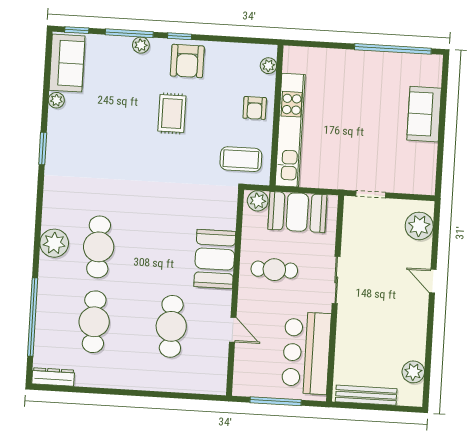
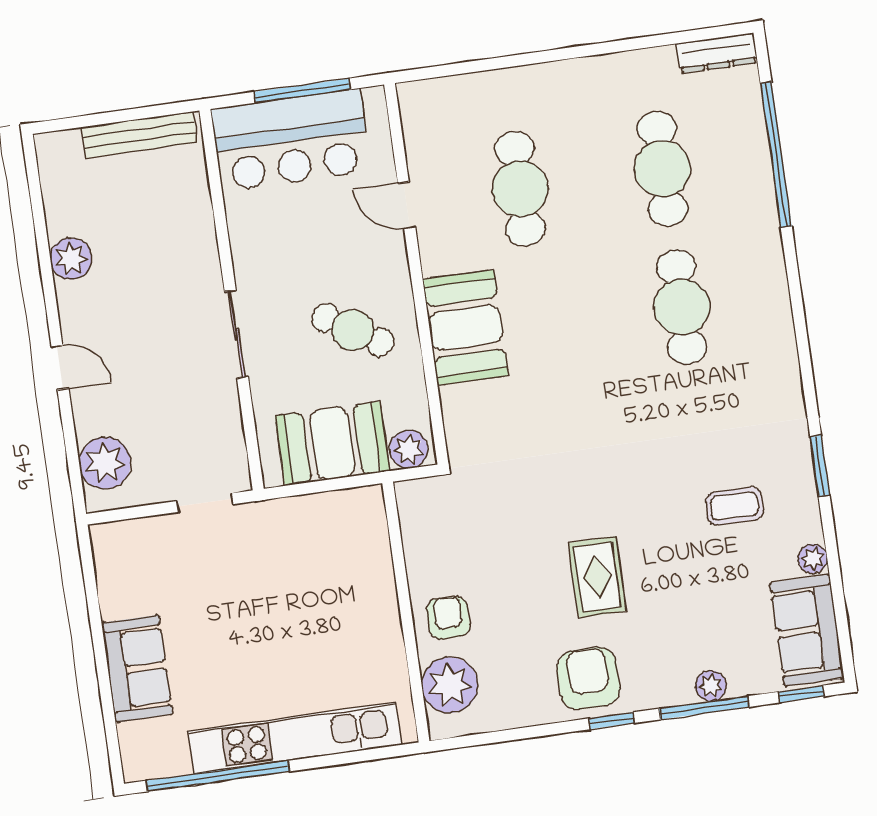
plant: (141, 45) -> (711, 686), moved
plant: (268, 66) -> (450, 685), width x1.88, depth x1.88
kitchen unit: (290, 130) -> (295, 738), moved, turned 90
coffee table: (241, 159) -> (734, 506), moved, width x0.73, depth x0.77
plant: (54, 243) -> (764, 297), removed
cafe table: (274, 270) -> (353, 330), turned 32
bar counter: (306, 353) -> (291, 140), moved, turned 90
plant: (413, 372) -> (71, 259), moved

